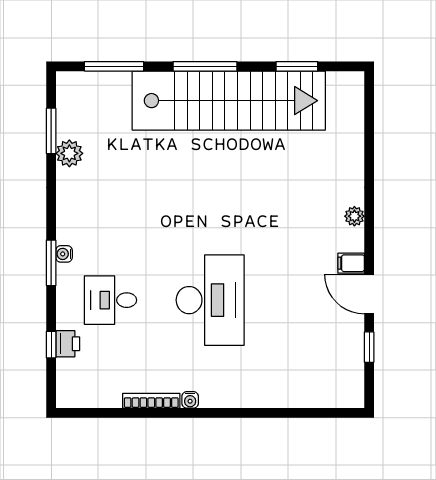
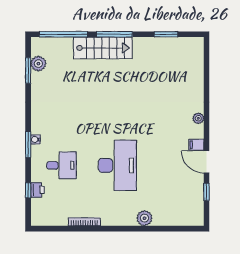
window: (114, 66) -> (63, 34), width x1.46
stairs: (229, 101) -> (103, 48), width x0.54, depth x0.66
plant: (69, 153) -> (38, 64), moved
desk: (110, 300) -> (61, 165), turned 180
plant: (258, 394) -> (144, 218), added
water cooler: (190, 400) -> (106, 221), removed

